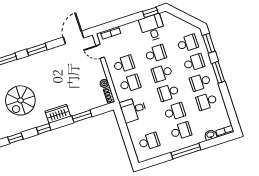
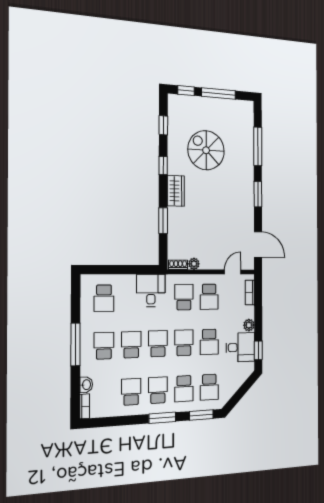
plant: (134, 26) -> (249, 325), added
school desk: (130, 83) -> (184, 297), turned 180
school desk: (175, 112) -> (131, 345), turned 180
school desk: (181, 131) -> (104, 346), turned 180

